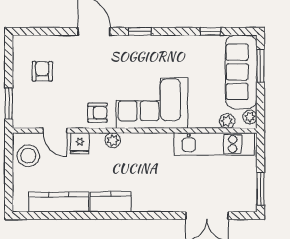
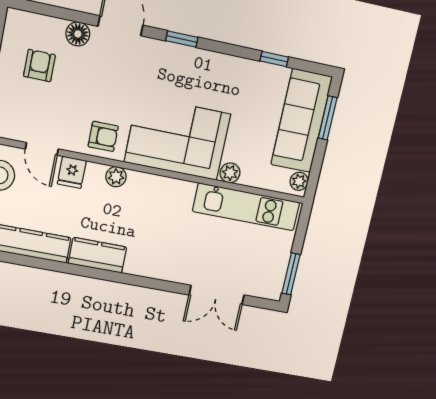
floor lamp: (65, 43) -> (78, 34), added
plant: (227, 121) -> (230, 173), moved

